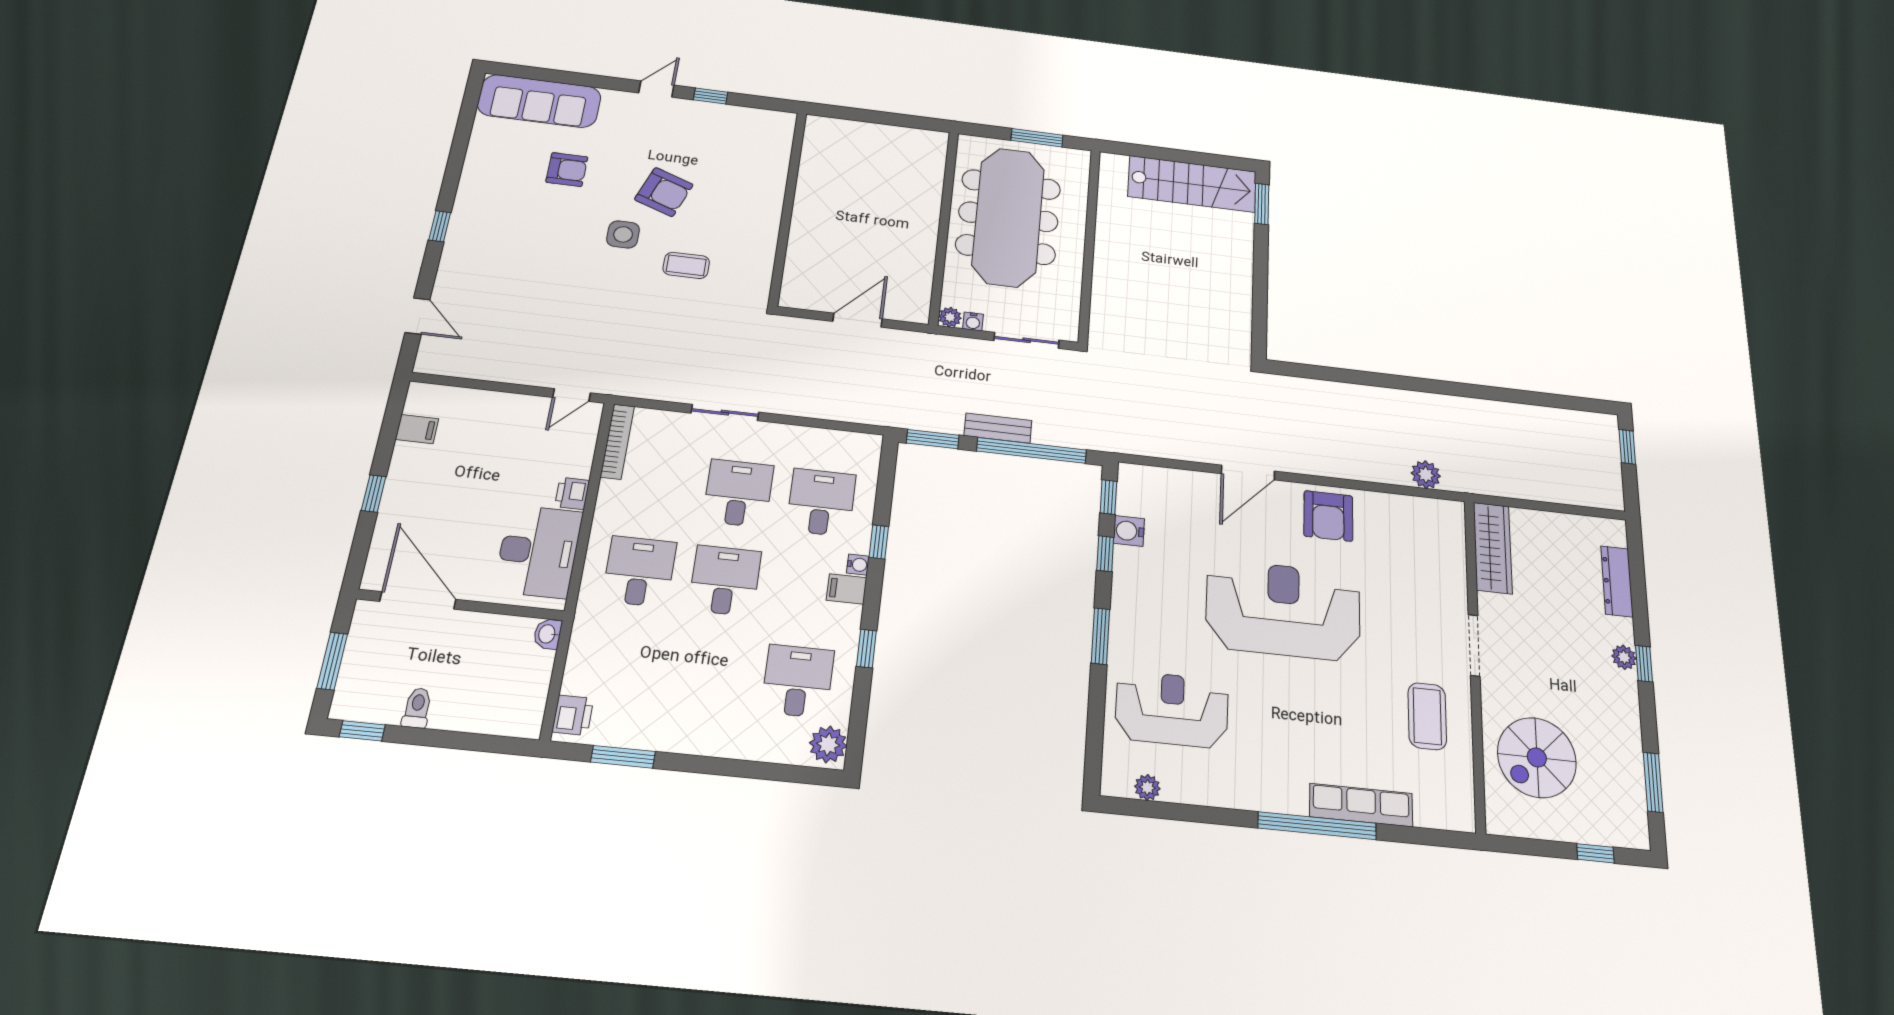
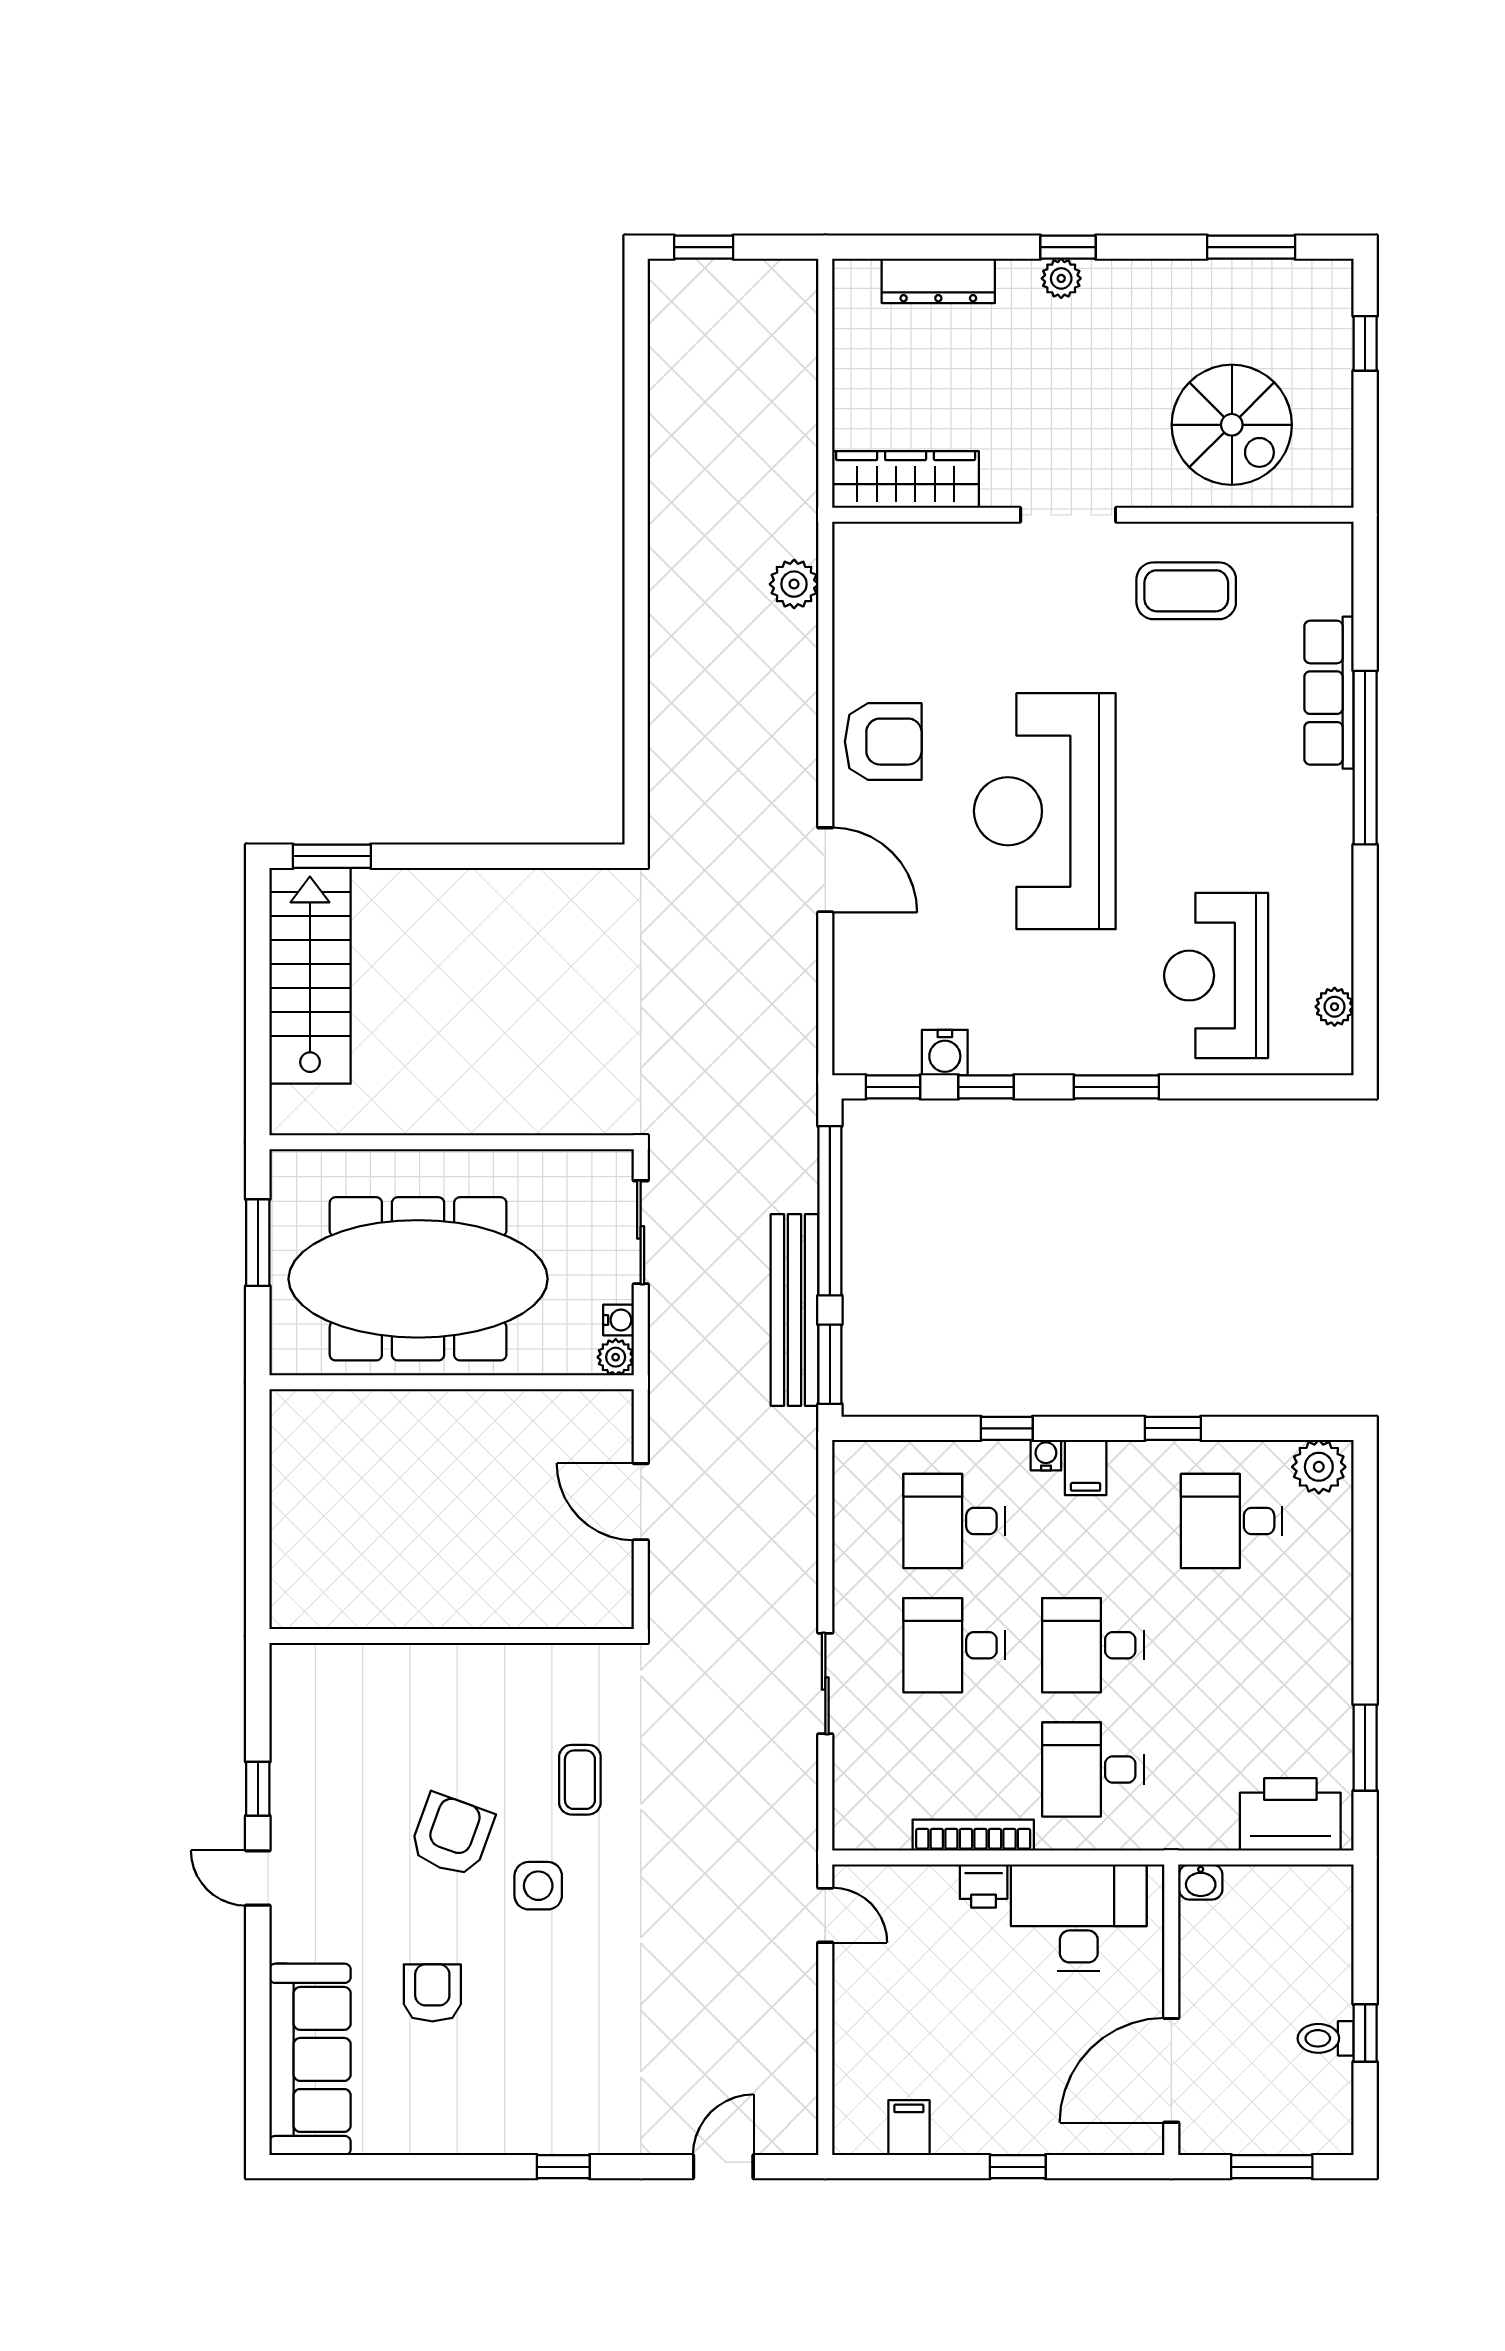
bench: (998, 428) -> (794, 1310), width x1.86, depth x1.21
bookcase: (617, 442) -> (973, 1835), moved
printer: (573, 715) -> (1290, 1814), width x1.87, depth x1.48
window: (362, 731) -> (1365, 2033), moved

